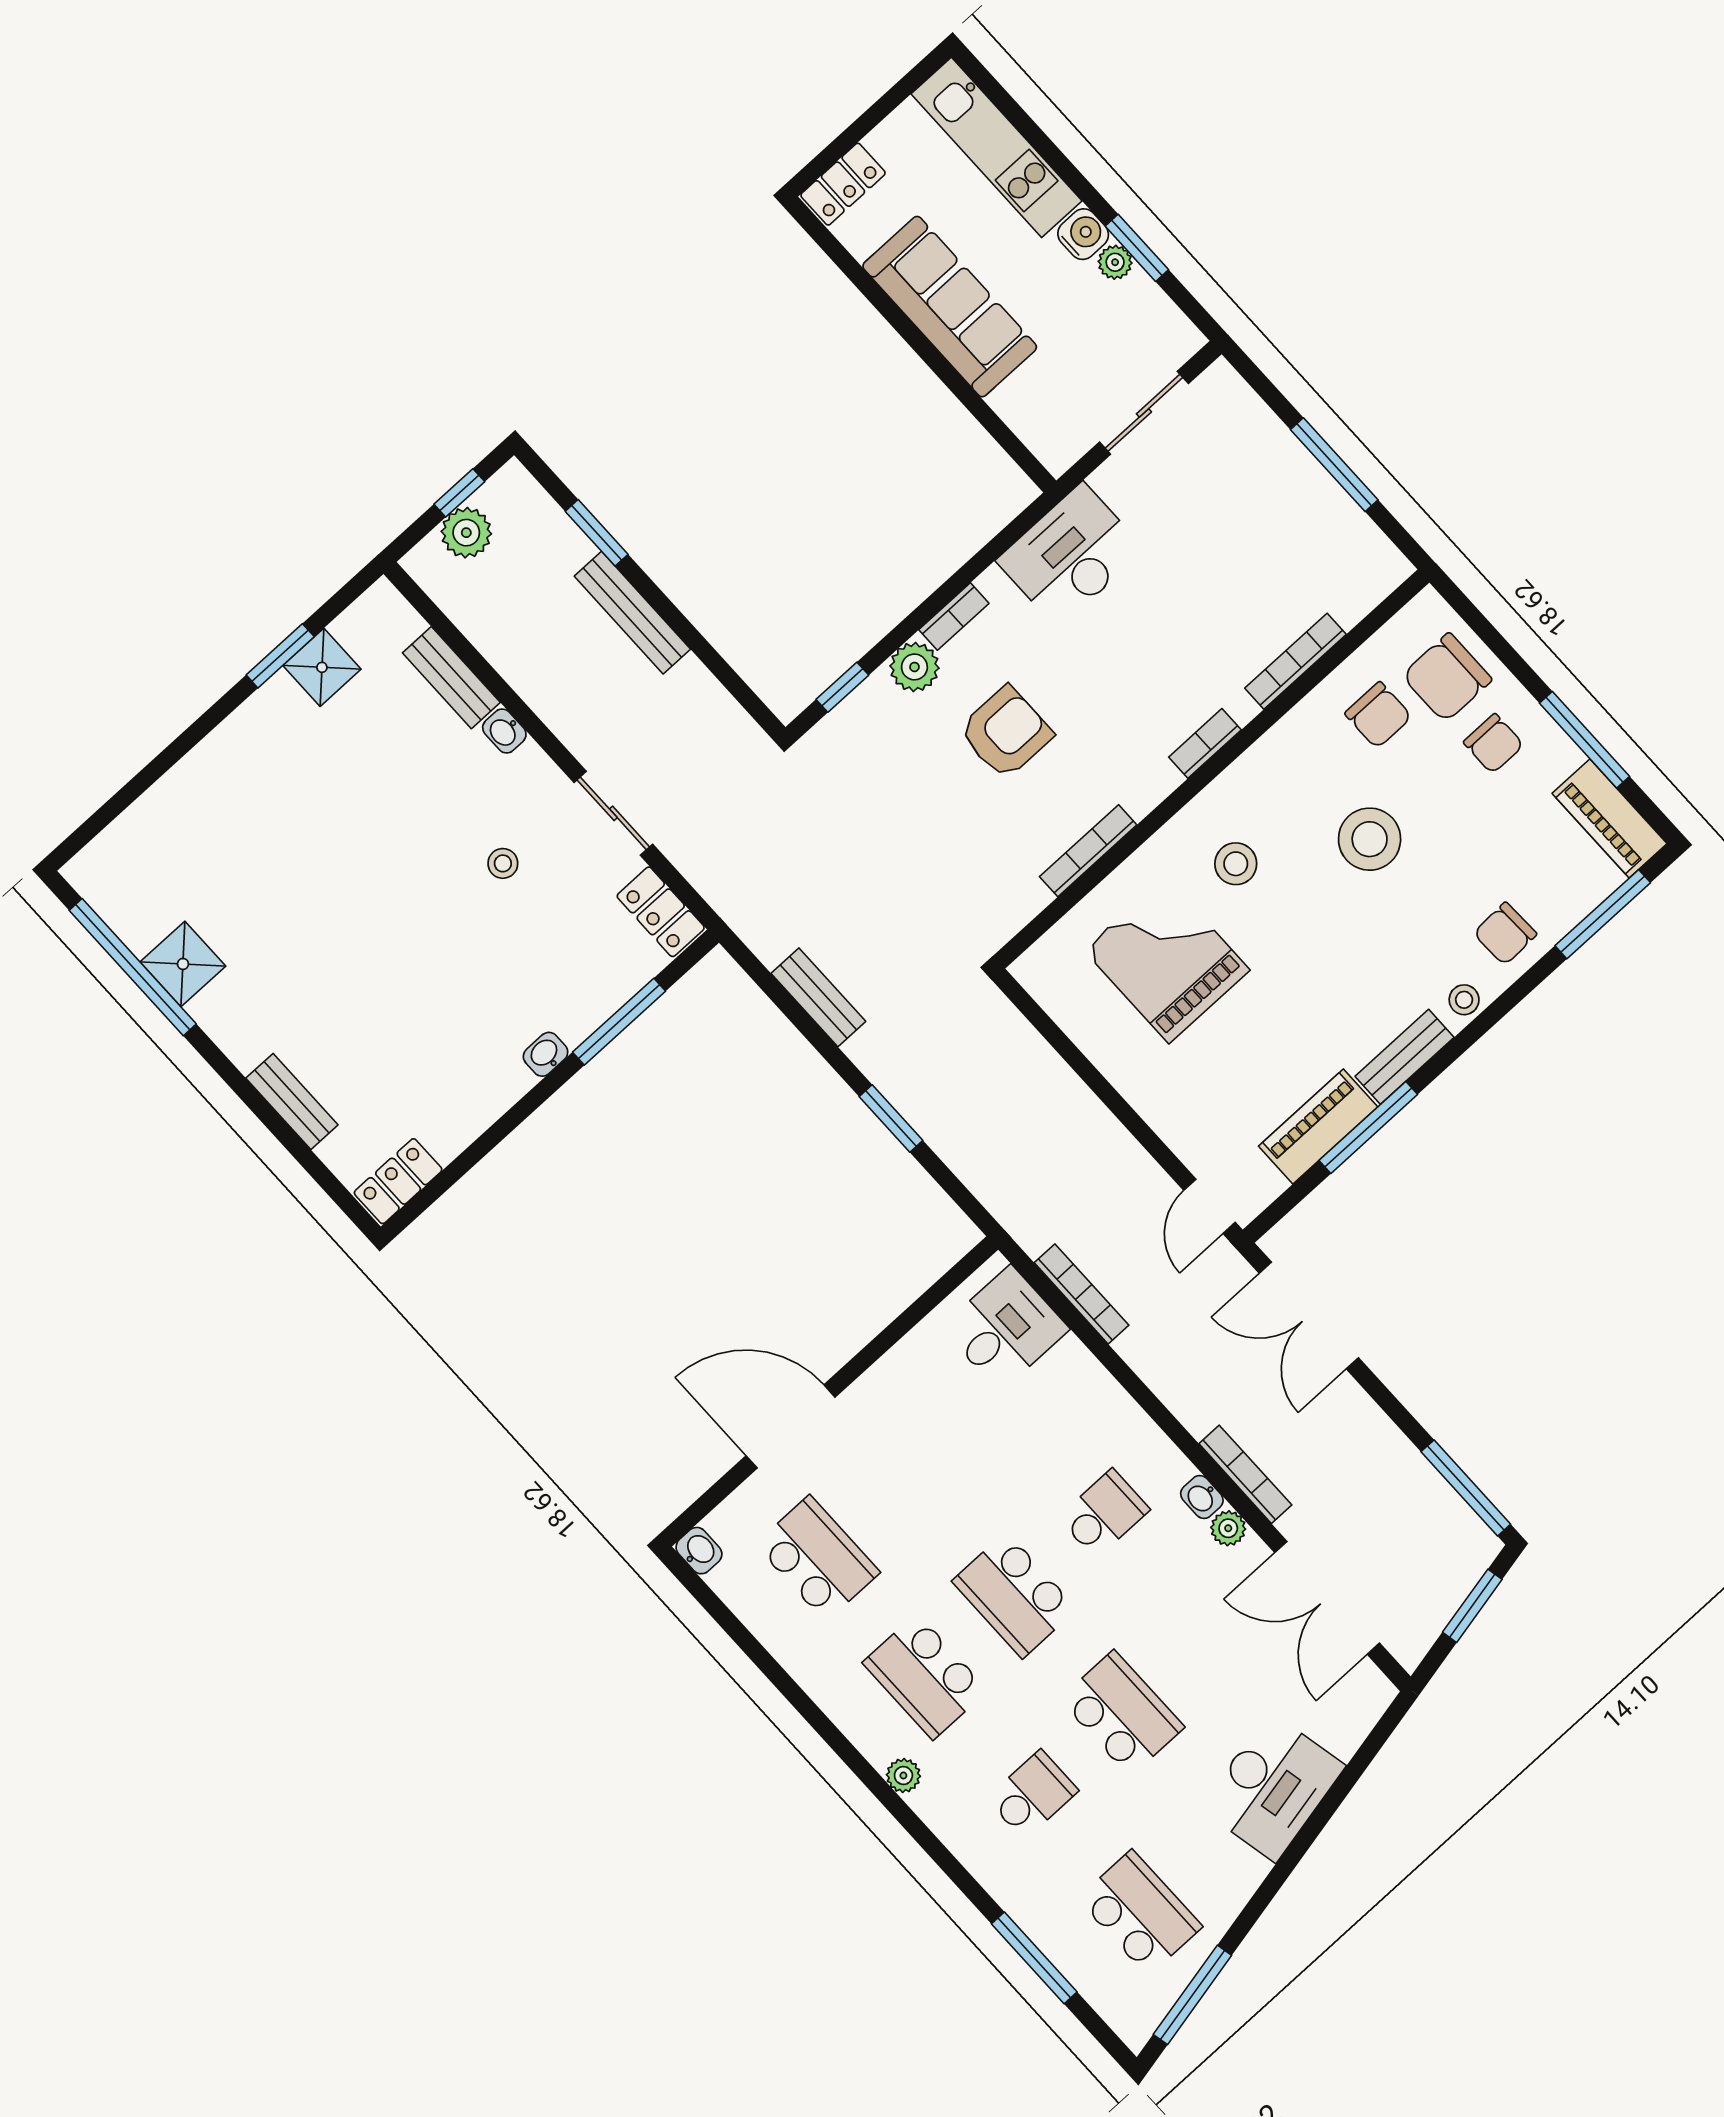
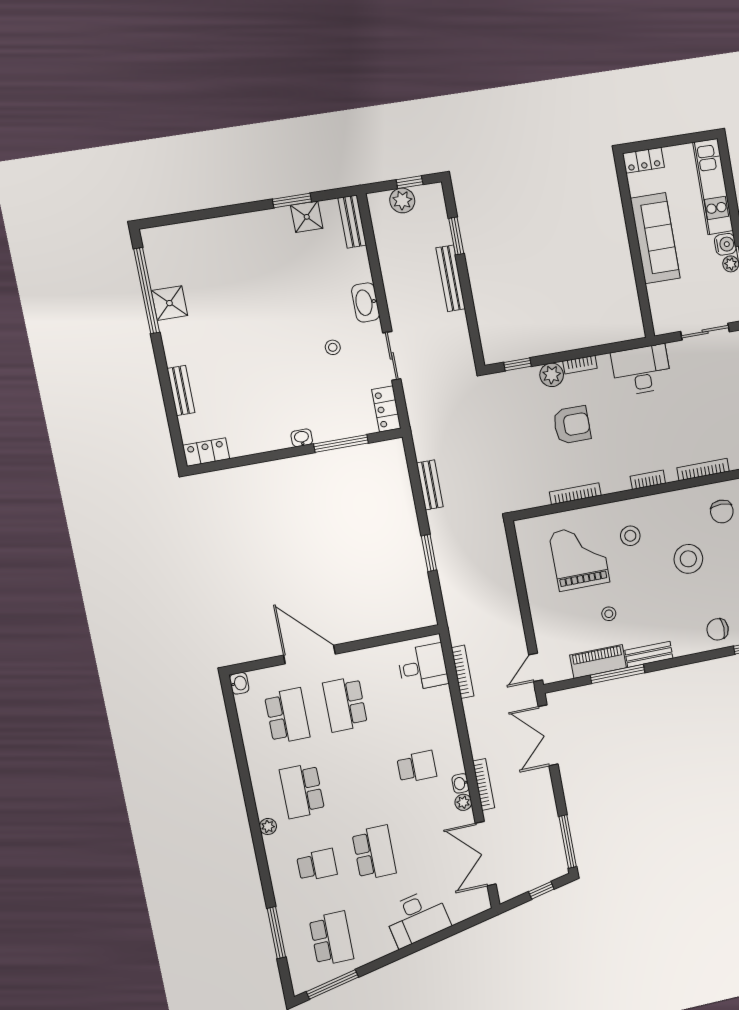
bench: (451, 678) -> (352, 222), moved
washbasin: (504, 731) -> (366, 302), width x1.91, depth x1.45
stool: (1464, 1000) -> (609, 614), moved
school desk: (1014, 1595) -> (345, 704), moved
window: (1472, 1606) -> (541, 890), width x0.67

